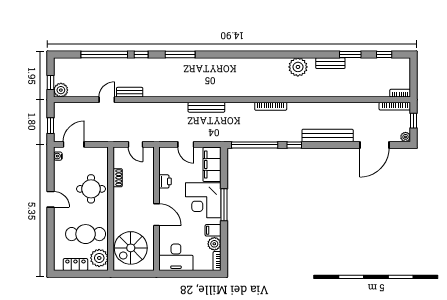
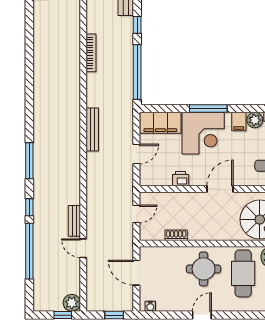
plant: (298, 67) -> (44, 20), removed
door: (74, 144) -> (136, 273), moved
round table: (91, 189) -> (204, 269), moved

